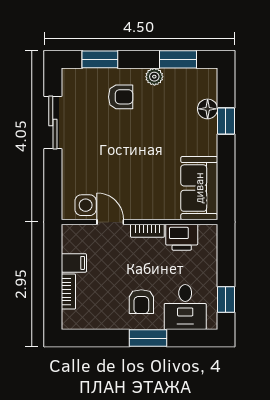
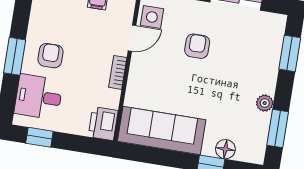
armchair: (121, 97) -> (197, 46), moved, turned 180
sofa: (199, 188) -> (162, 131), width x1.36
printer: (182, 237) -> (103, 124), moved
armchair: (141, 302) -> (50, 56), turned 90

